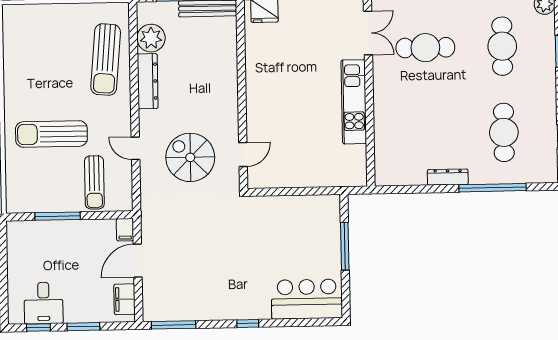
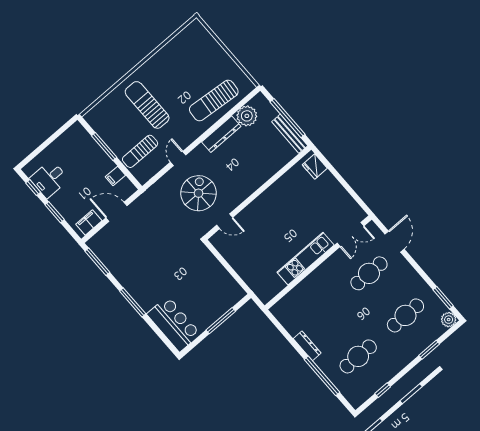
cafe table: (425, 48) -> (369, 273), turned 90
filing cabinet: (125, 230) -> (115, 176), moved
window: (248, 323) -> (133, 302), width x2.17

